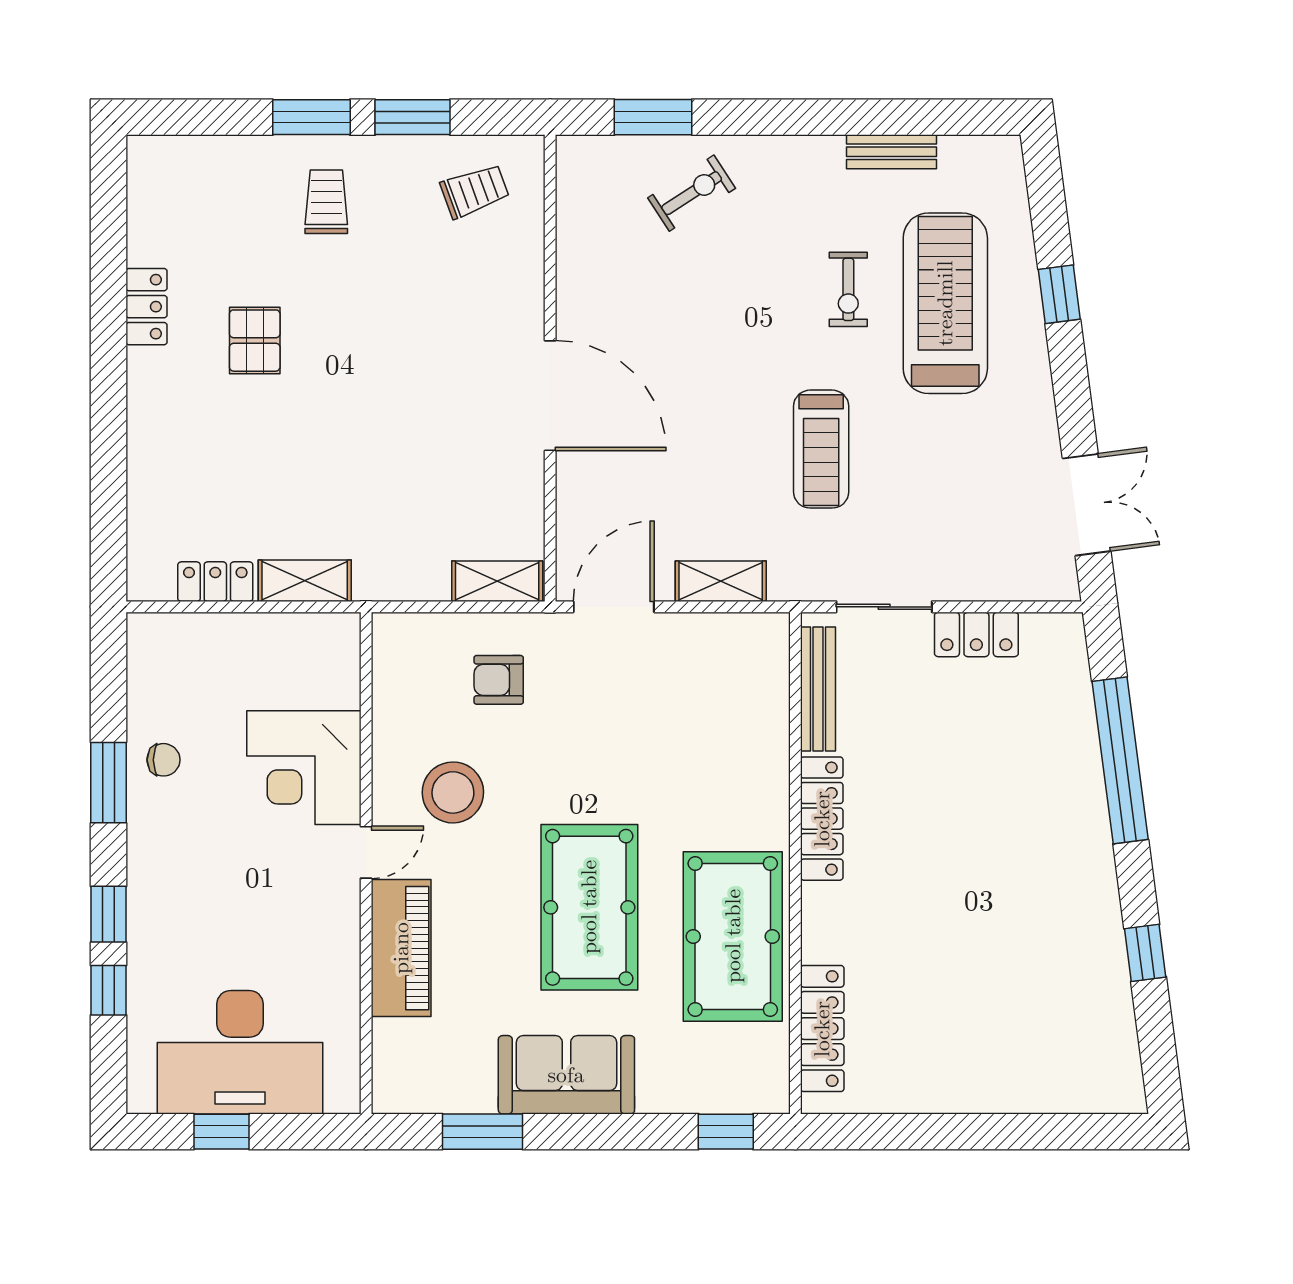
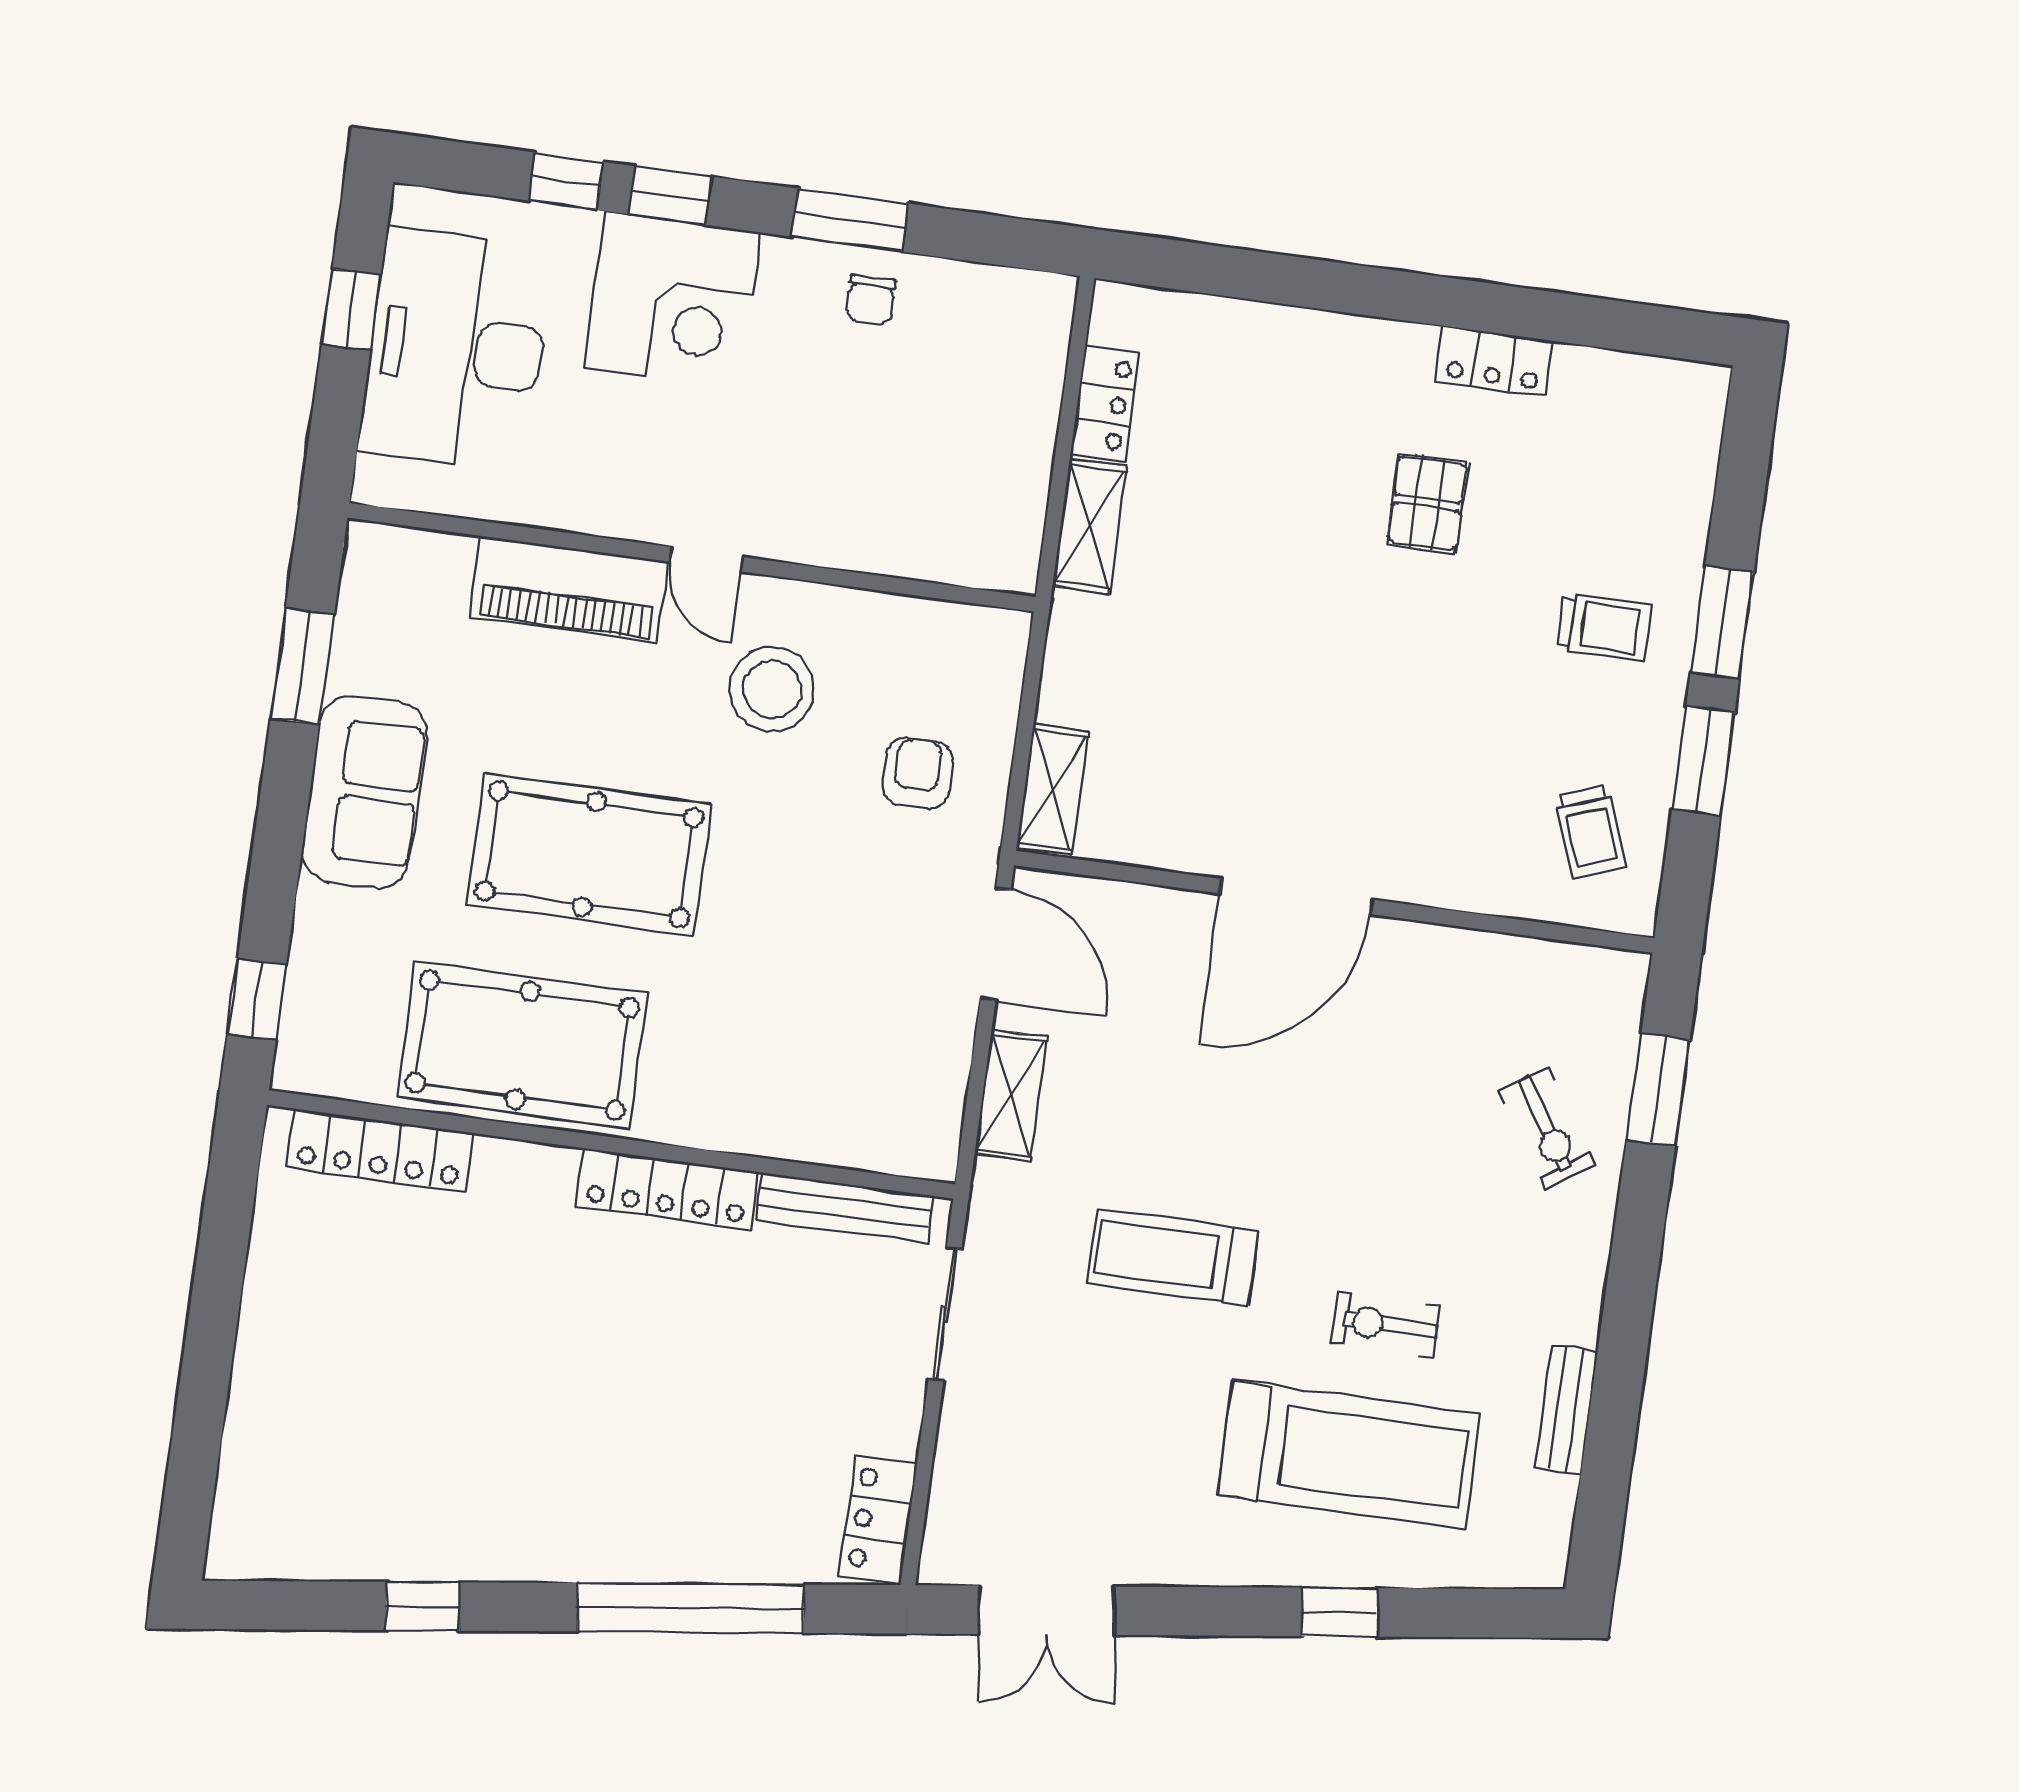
pallet: (255, 341) -> (1427, 503), turned 90
locker: (976, 634) -> (878, 1520), moved
corner desk: (304, 768) -> (672, 300), moved, turned 180

